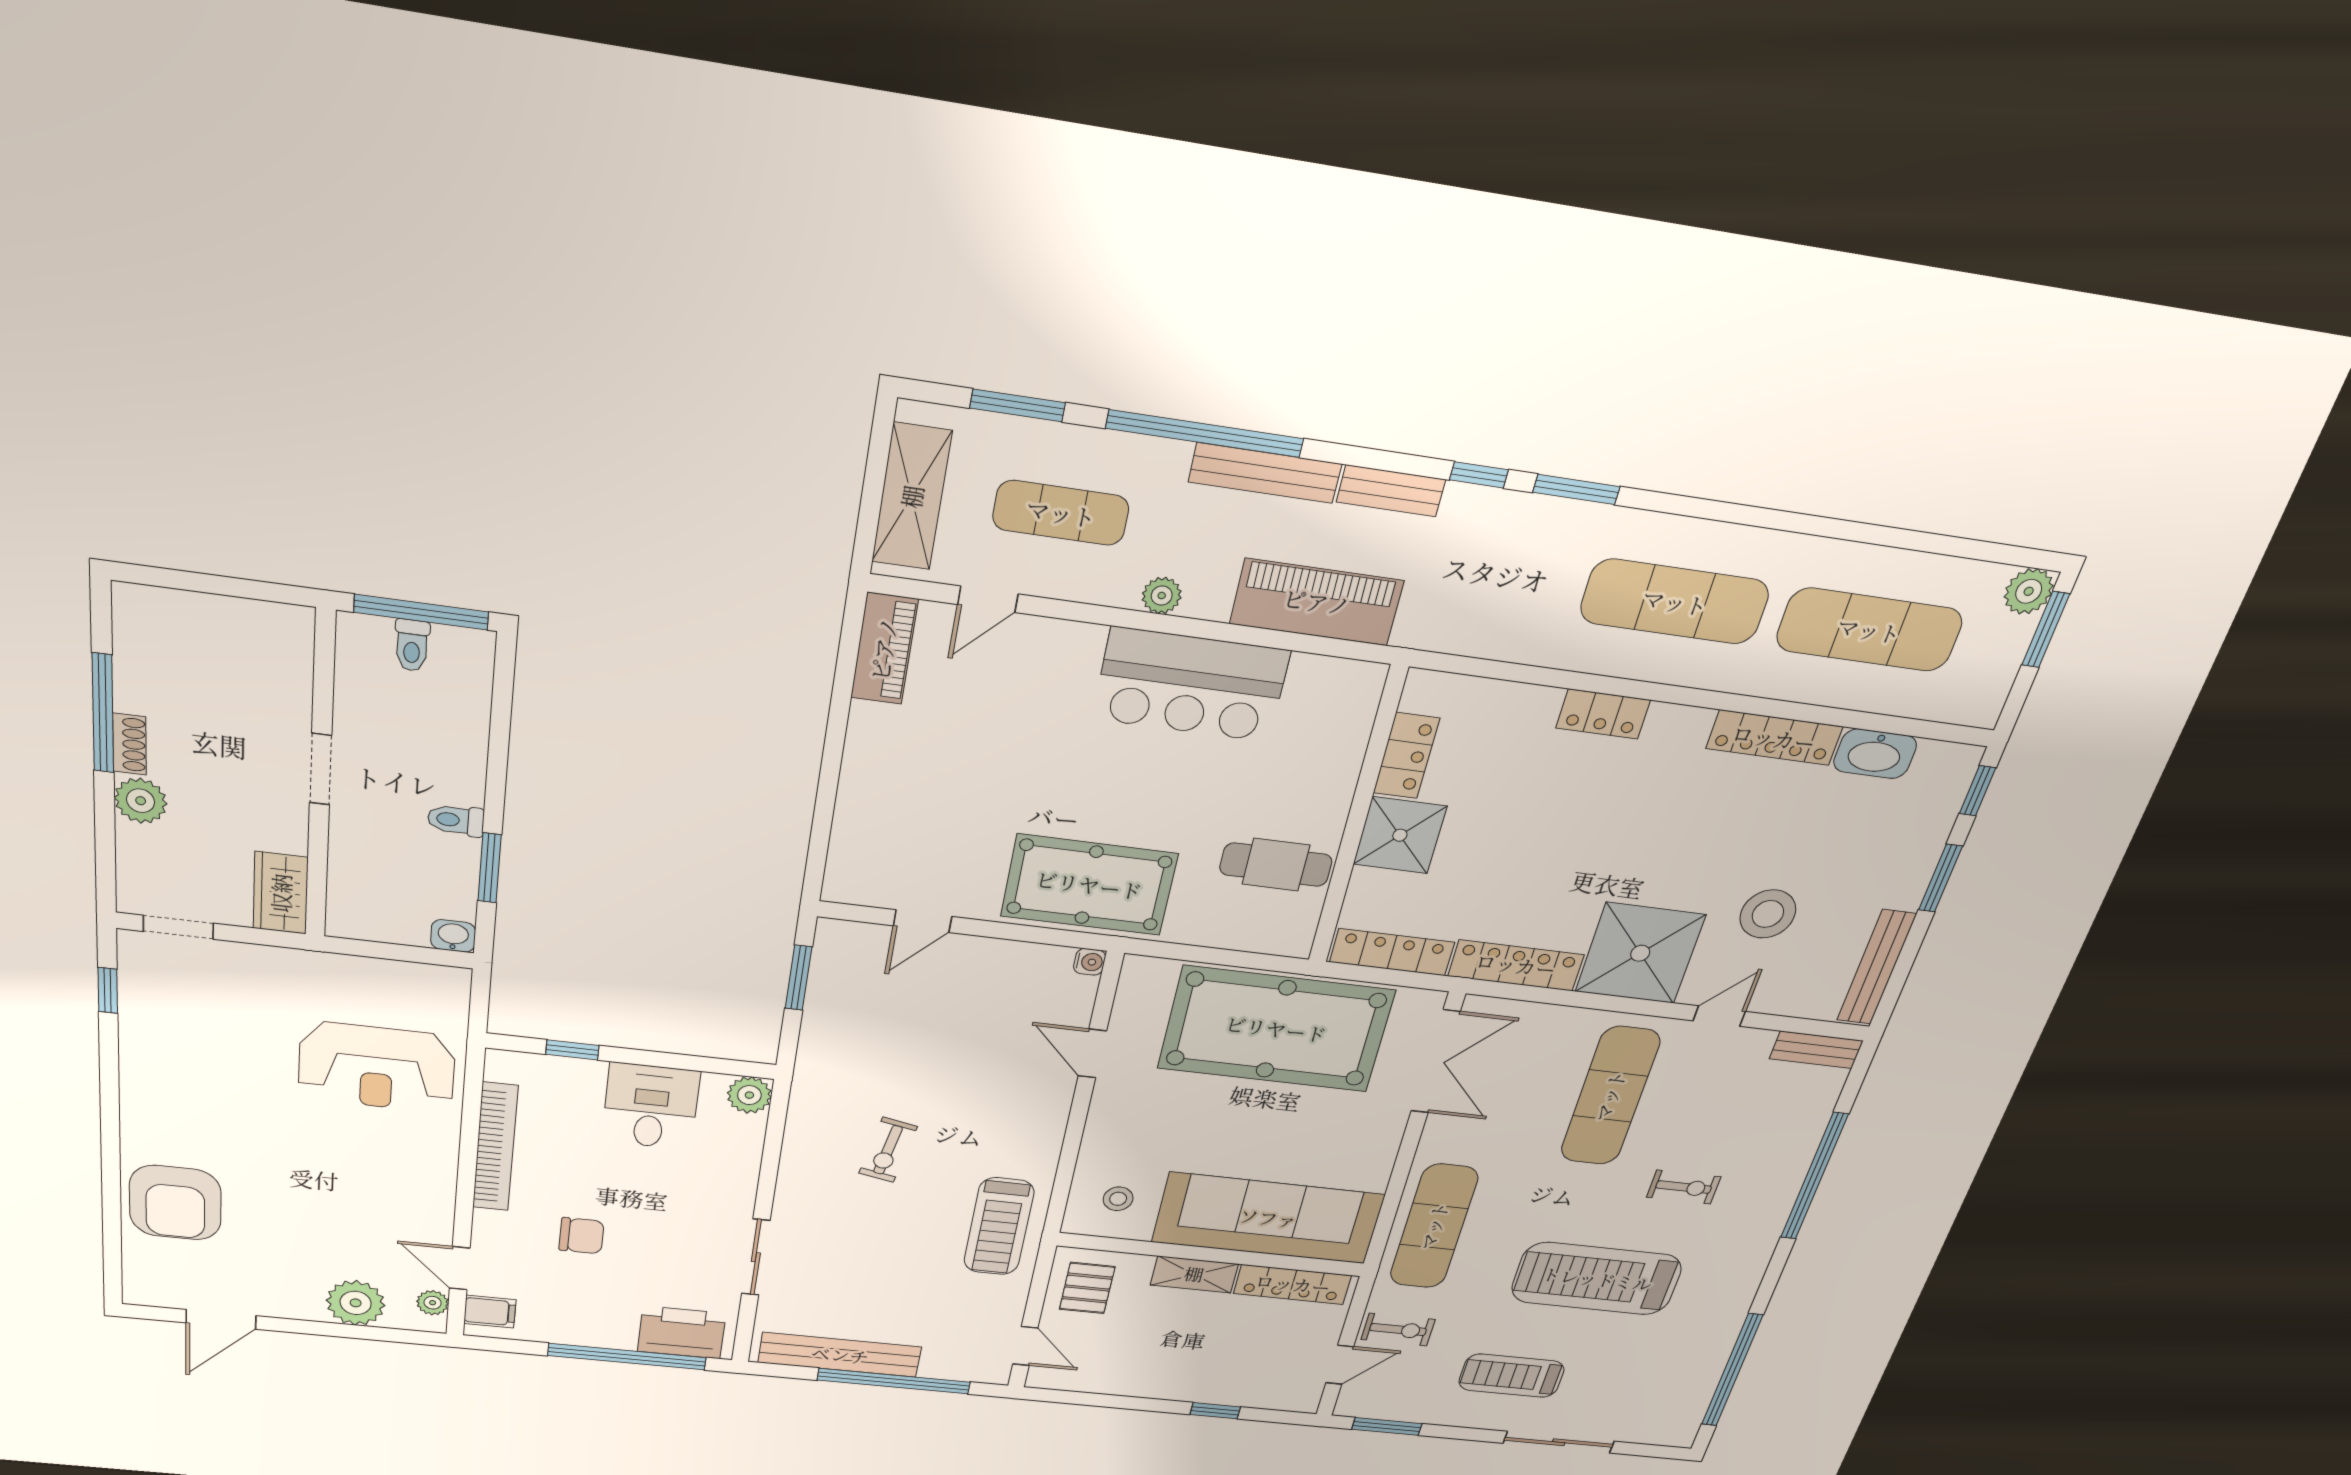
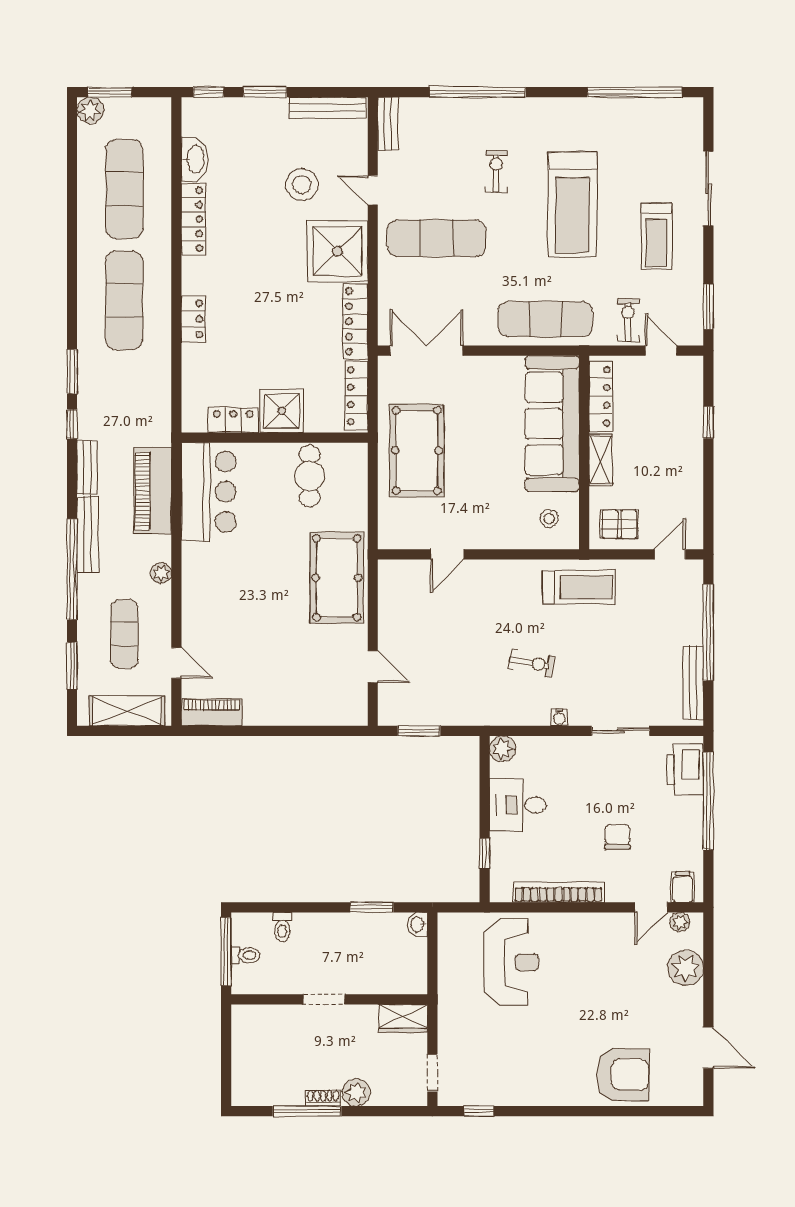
bar counter: (1191, 685) -> (209, 492), moved
toilet: (456, 820) -> (282, 927), moved
water cooler: (1090, 962) -> (559, 717), moved, turned 180
pool table: (1276, 1029) -> (417, 451), width x0.73, depth x0.76
bench: (840, 1355) -> (693, 683), width x0.73, depth x0.82

